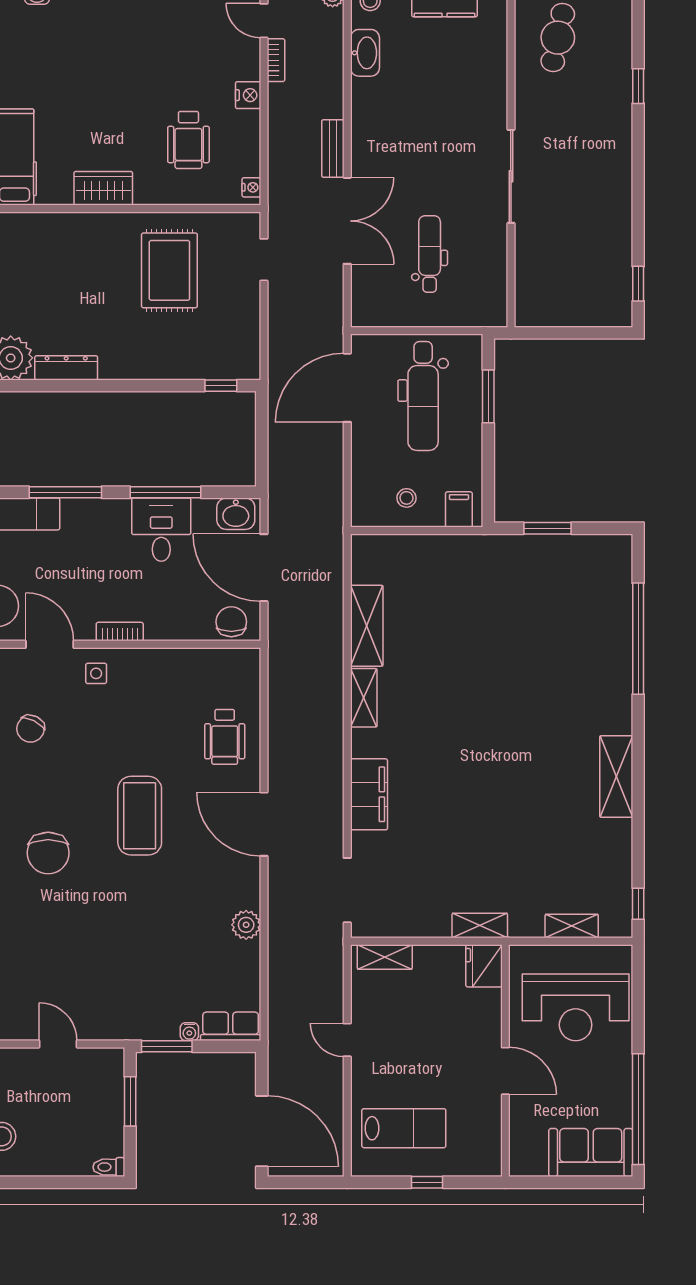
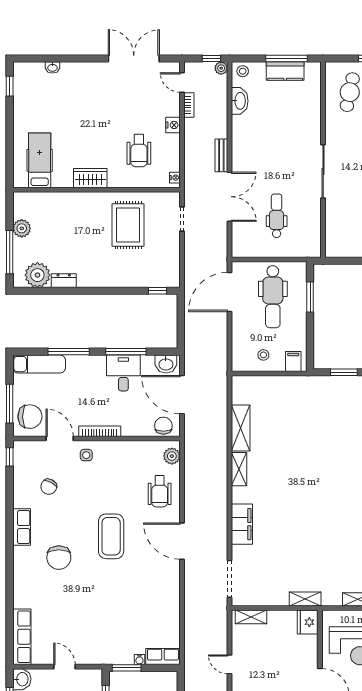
dresser: (66, 368) -> (64, 281), width x0.70
bookcase: (120, 632) -> (100, 431), width x1.56
plant: (246, 925) -> (172, 456), moved

